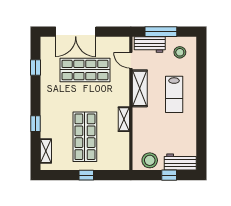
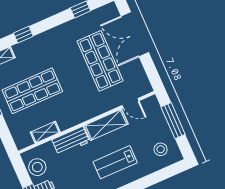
workbench: (150, 44) -> (71, 141), moved, turned -90
door: (131, 60) -> (131, 103), swing flipped
shelving: (124, 119) -> (45, 132), moved

